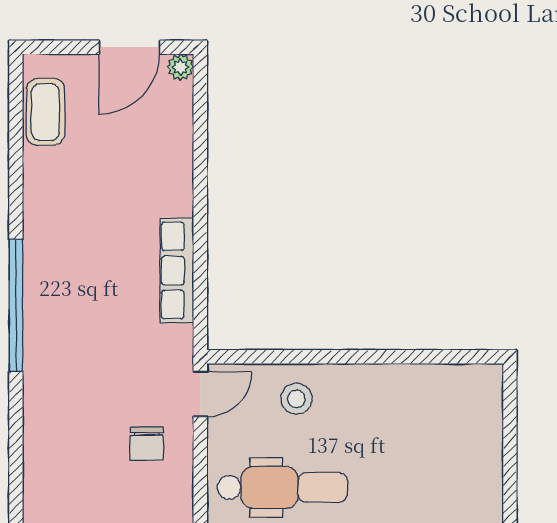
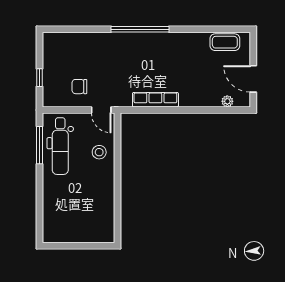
plant: (180, 67) -> (227, 101), moved

